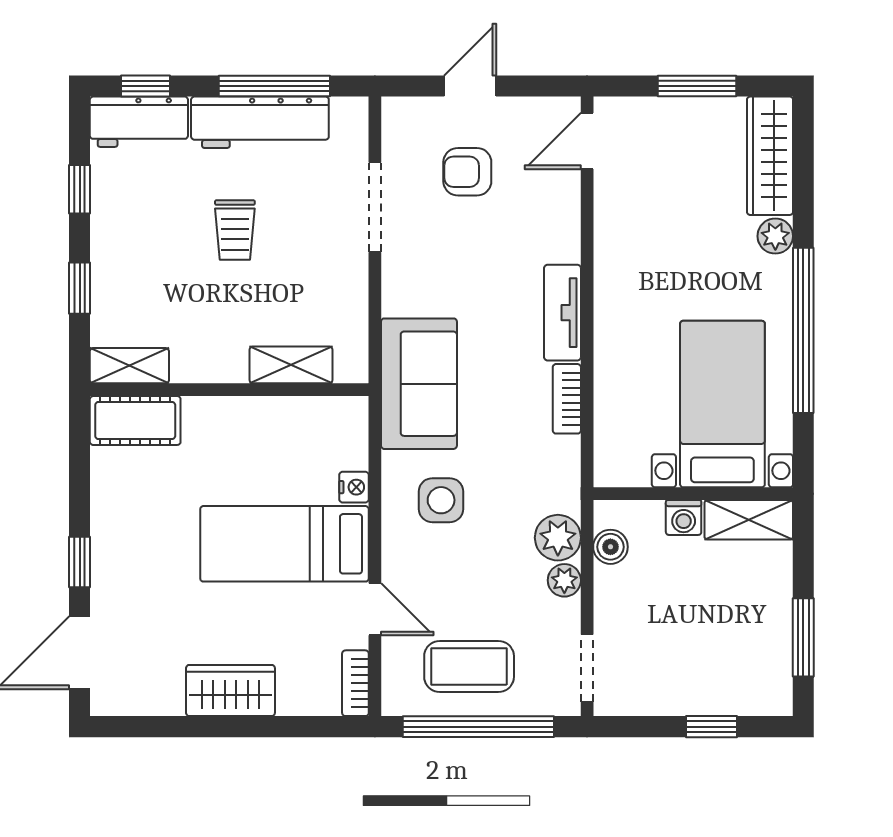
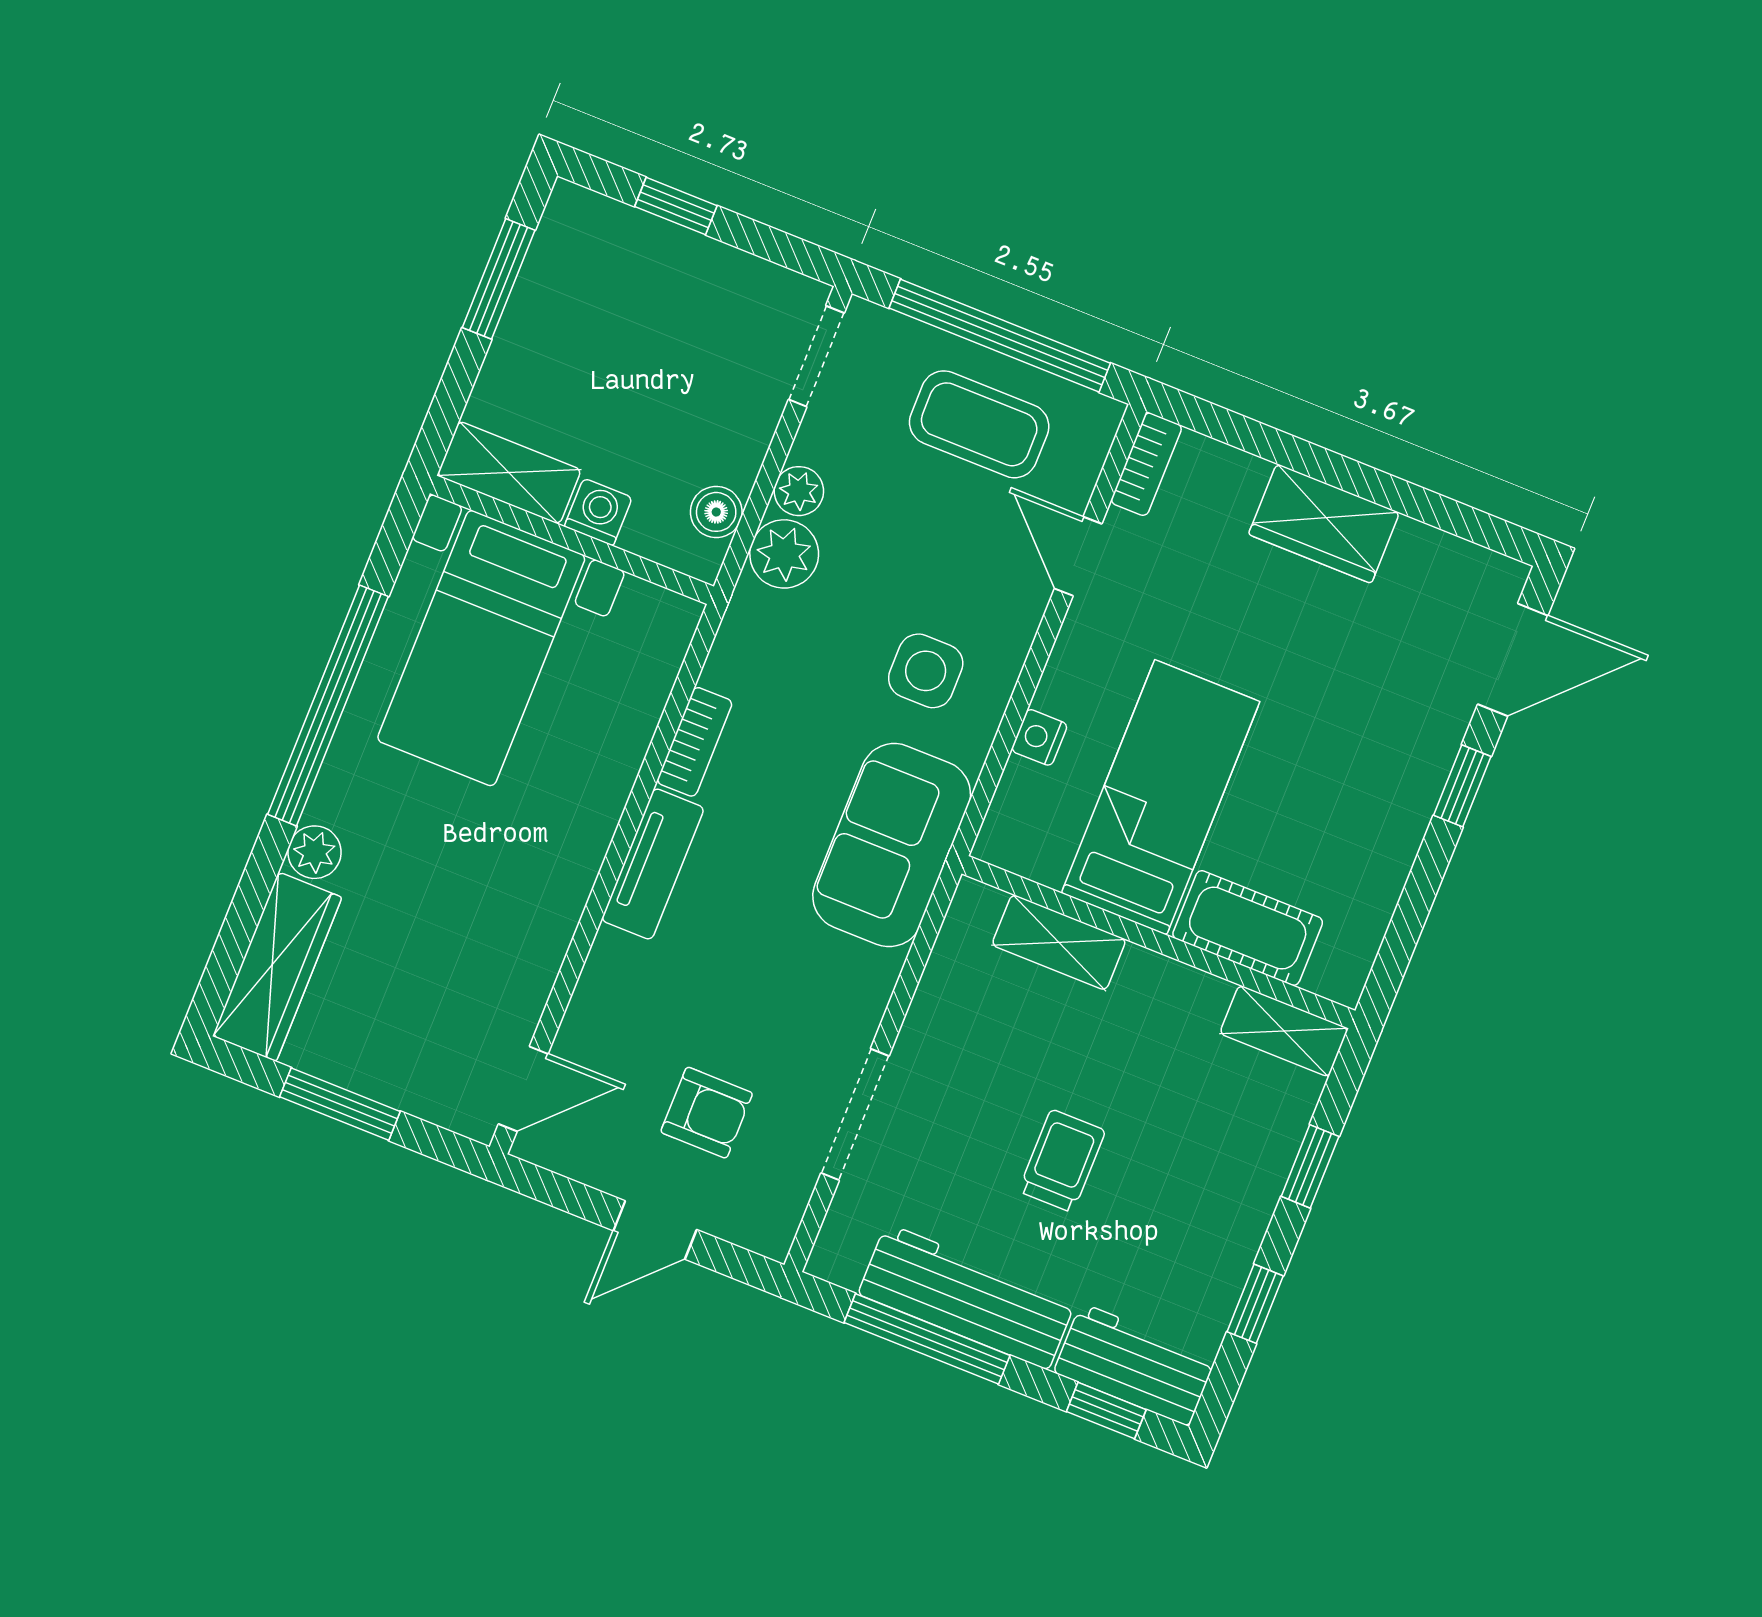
cot: (135, 421) -> (1248, 928), moved
bed: (284, 544) -> (1161, 797), moved, turned -90

